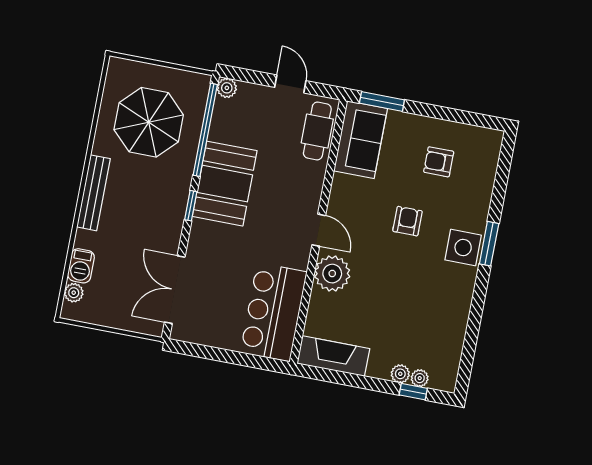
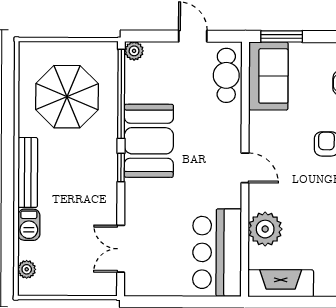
barbecue: (81, 266) -> (29, 225), moved
plant: (332, 274) -> (265, 229), moved
double door: (175, 290) -> (121, 249), width x0.73

